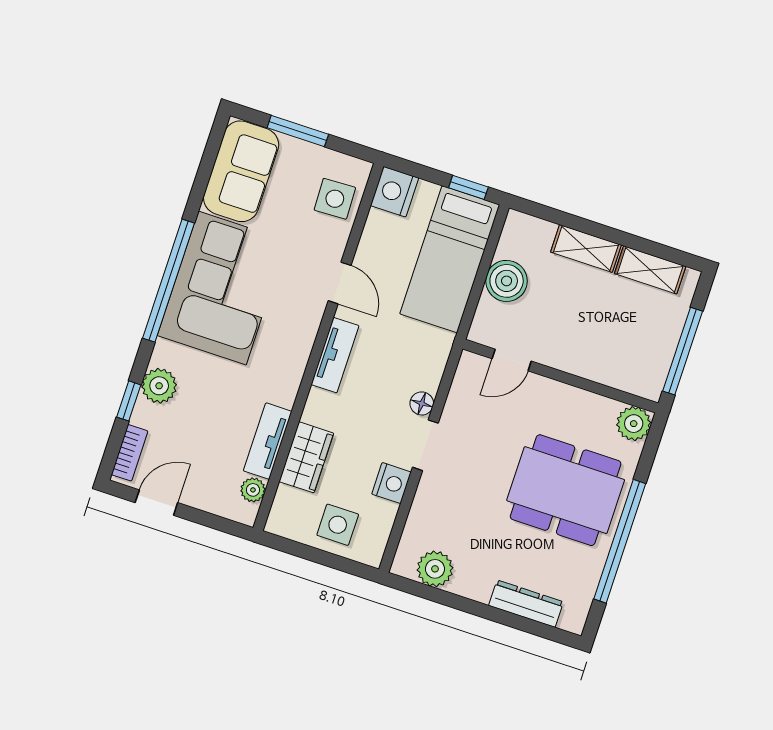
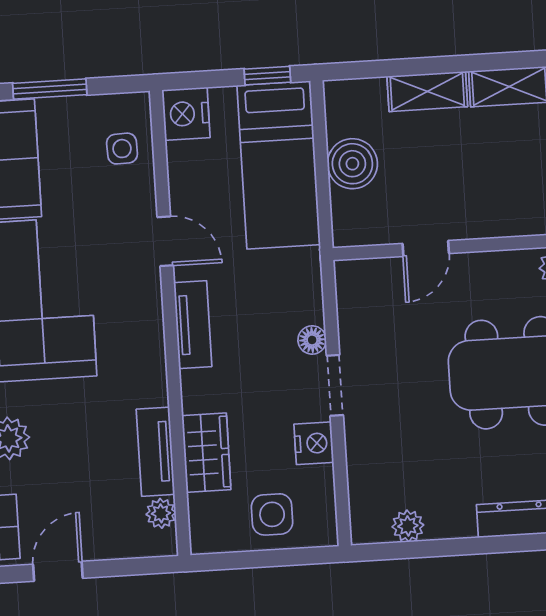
side table: (335, 199) -> (122, 149), width x0.73, depth x0.73
door: (512, 360) -> (426, 248), moved
plant: (435, 569) -> (408, 526), width x0.73, depth x0.73

